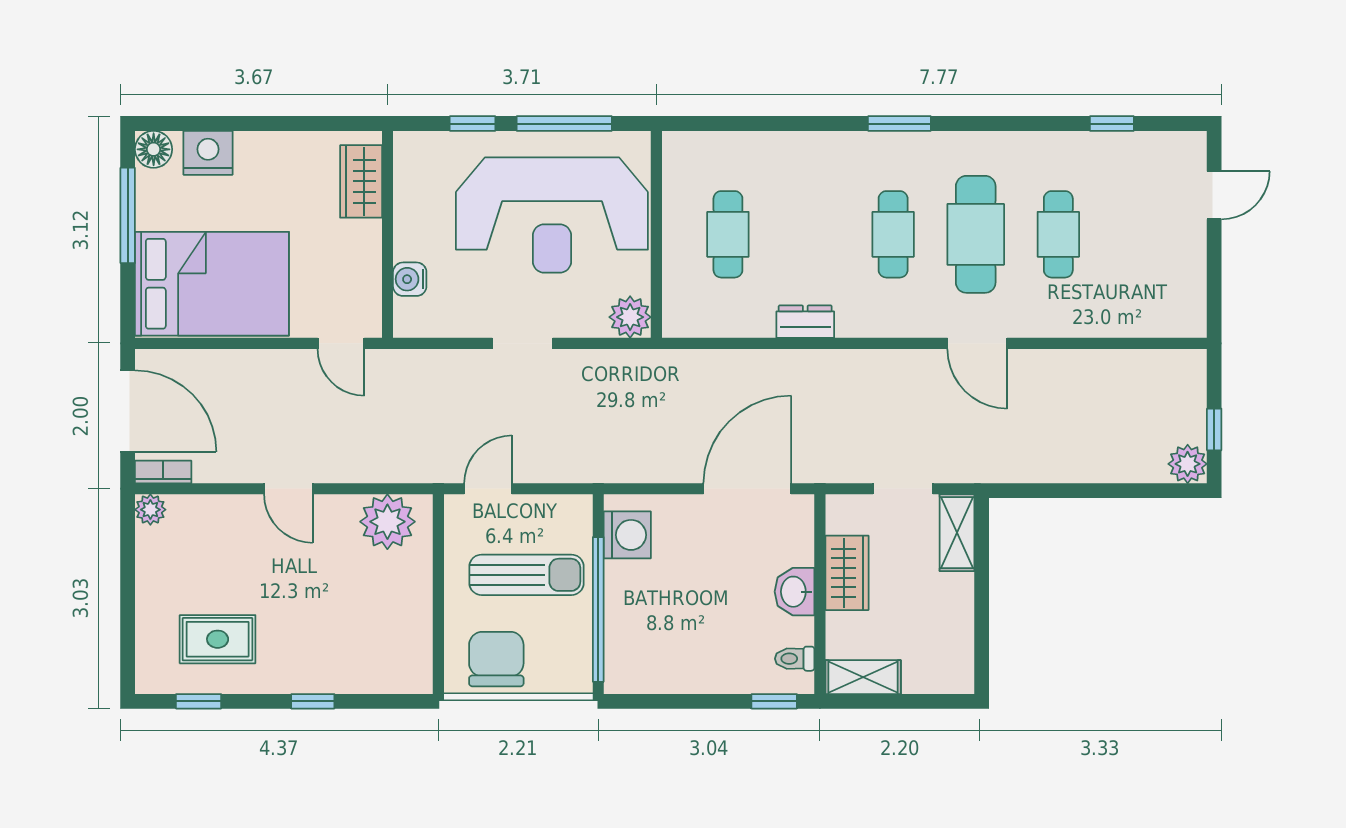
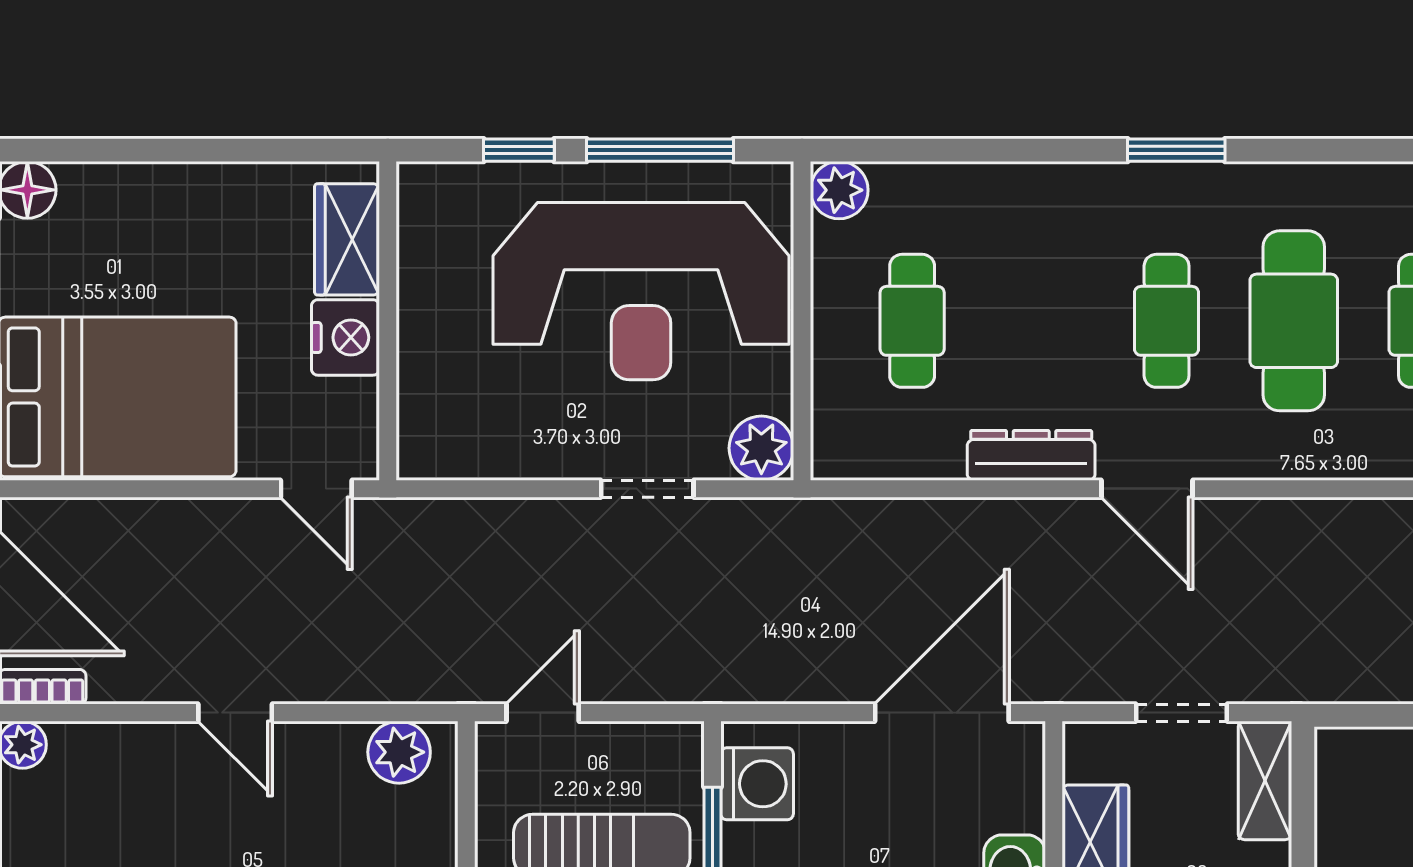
plant: (681, 149) -> (839, 190), added
nightstand: (208, 153) -> (345, 337), moved, turned 90
water cooler: (410, 279) -> (422, 390), removed
dresser: (805, 322) -> (1031, 455), width x1.44
doorway: (523, 343) -> (647, 489), moved
door: (977, 343) -> (1147, 489), moved
plant: (387, 522) -> (399, 752), width x0.73, depth x0.73

